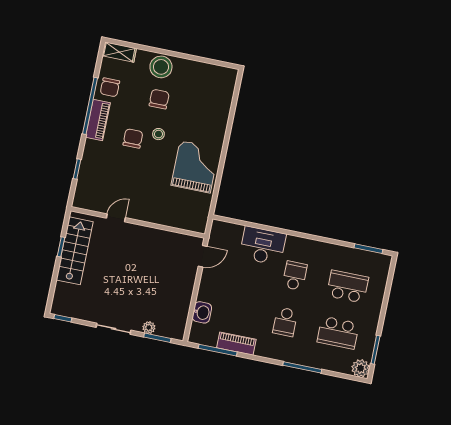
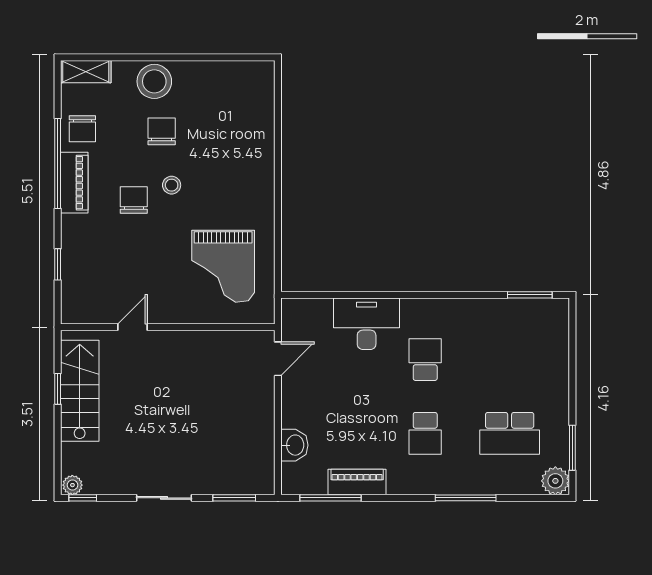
grand piano: (195, 167) -> (223, 266), moved, turned 180
school desk: (348, 287) -> (510, 360), removed
plant: (149, 328) -> (72, 485), moved

